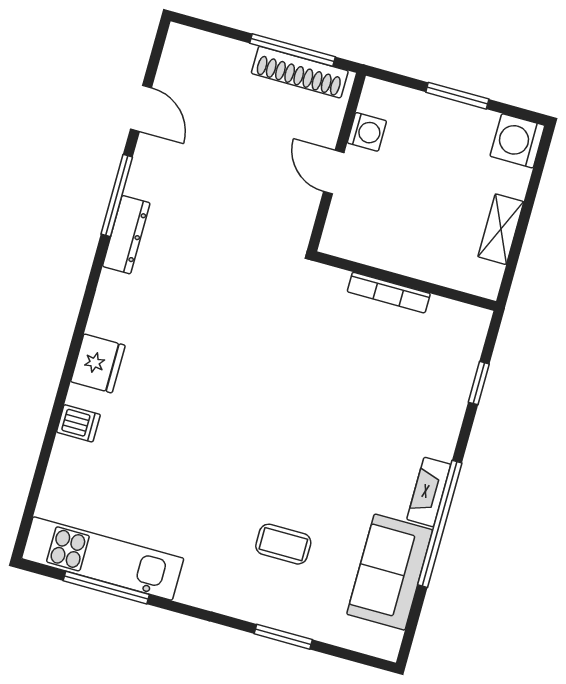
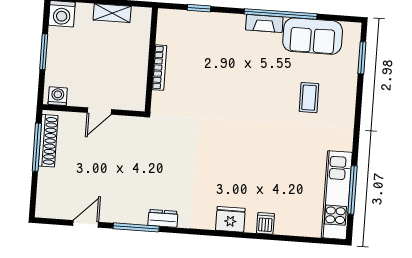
washing machine: (367, 132) -> (58, 96), moved
dresser: (126, 235) -> (163, 218), width x0.70
window: (283, 637) -> (362, 58), moved

